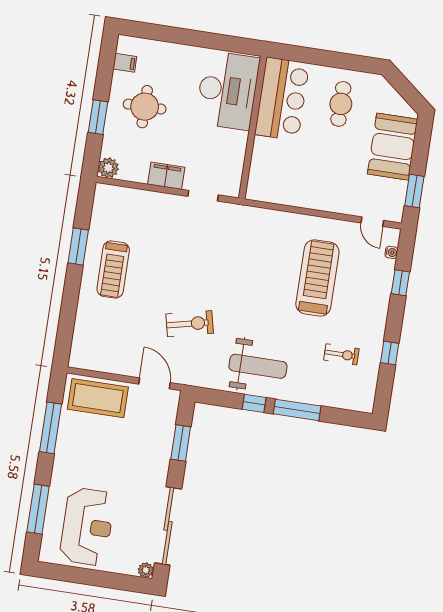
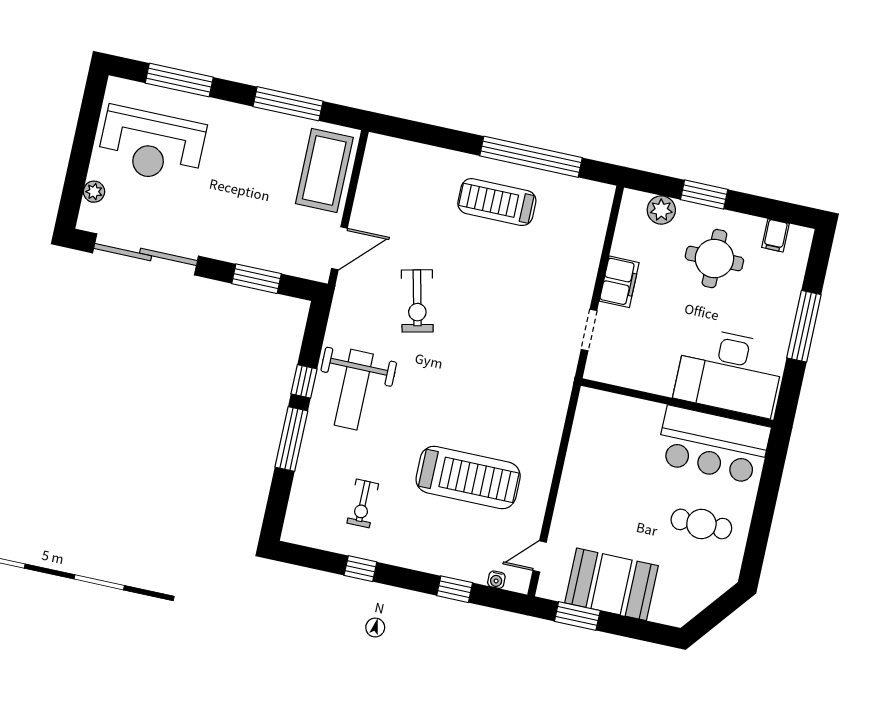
window: (190, 37) -> (804, 326), added
booth: (393, 147) -> (611, 584), moved
plant: (108, 168) -> (661, 210), moved
window: (78, 247) -> (531, 157), width x2.11
plant: (146, 570) -> (94, 192), moved

